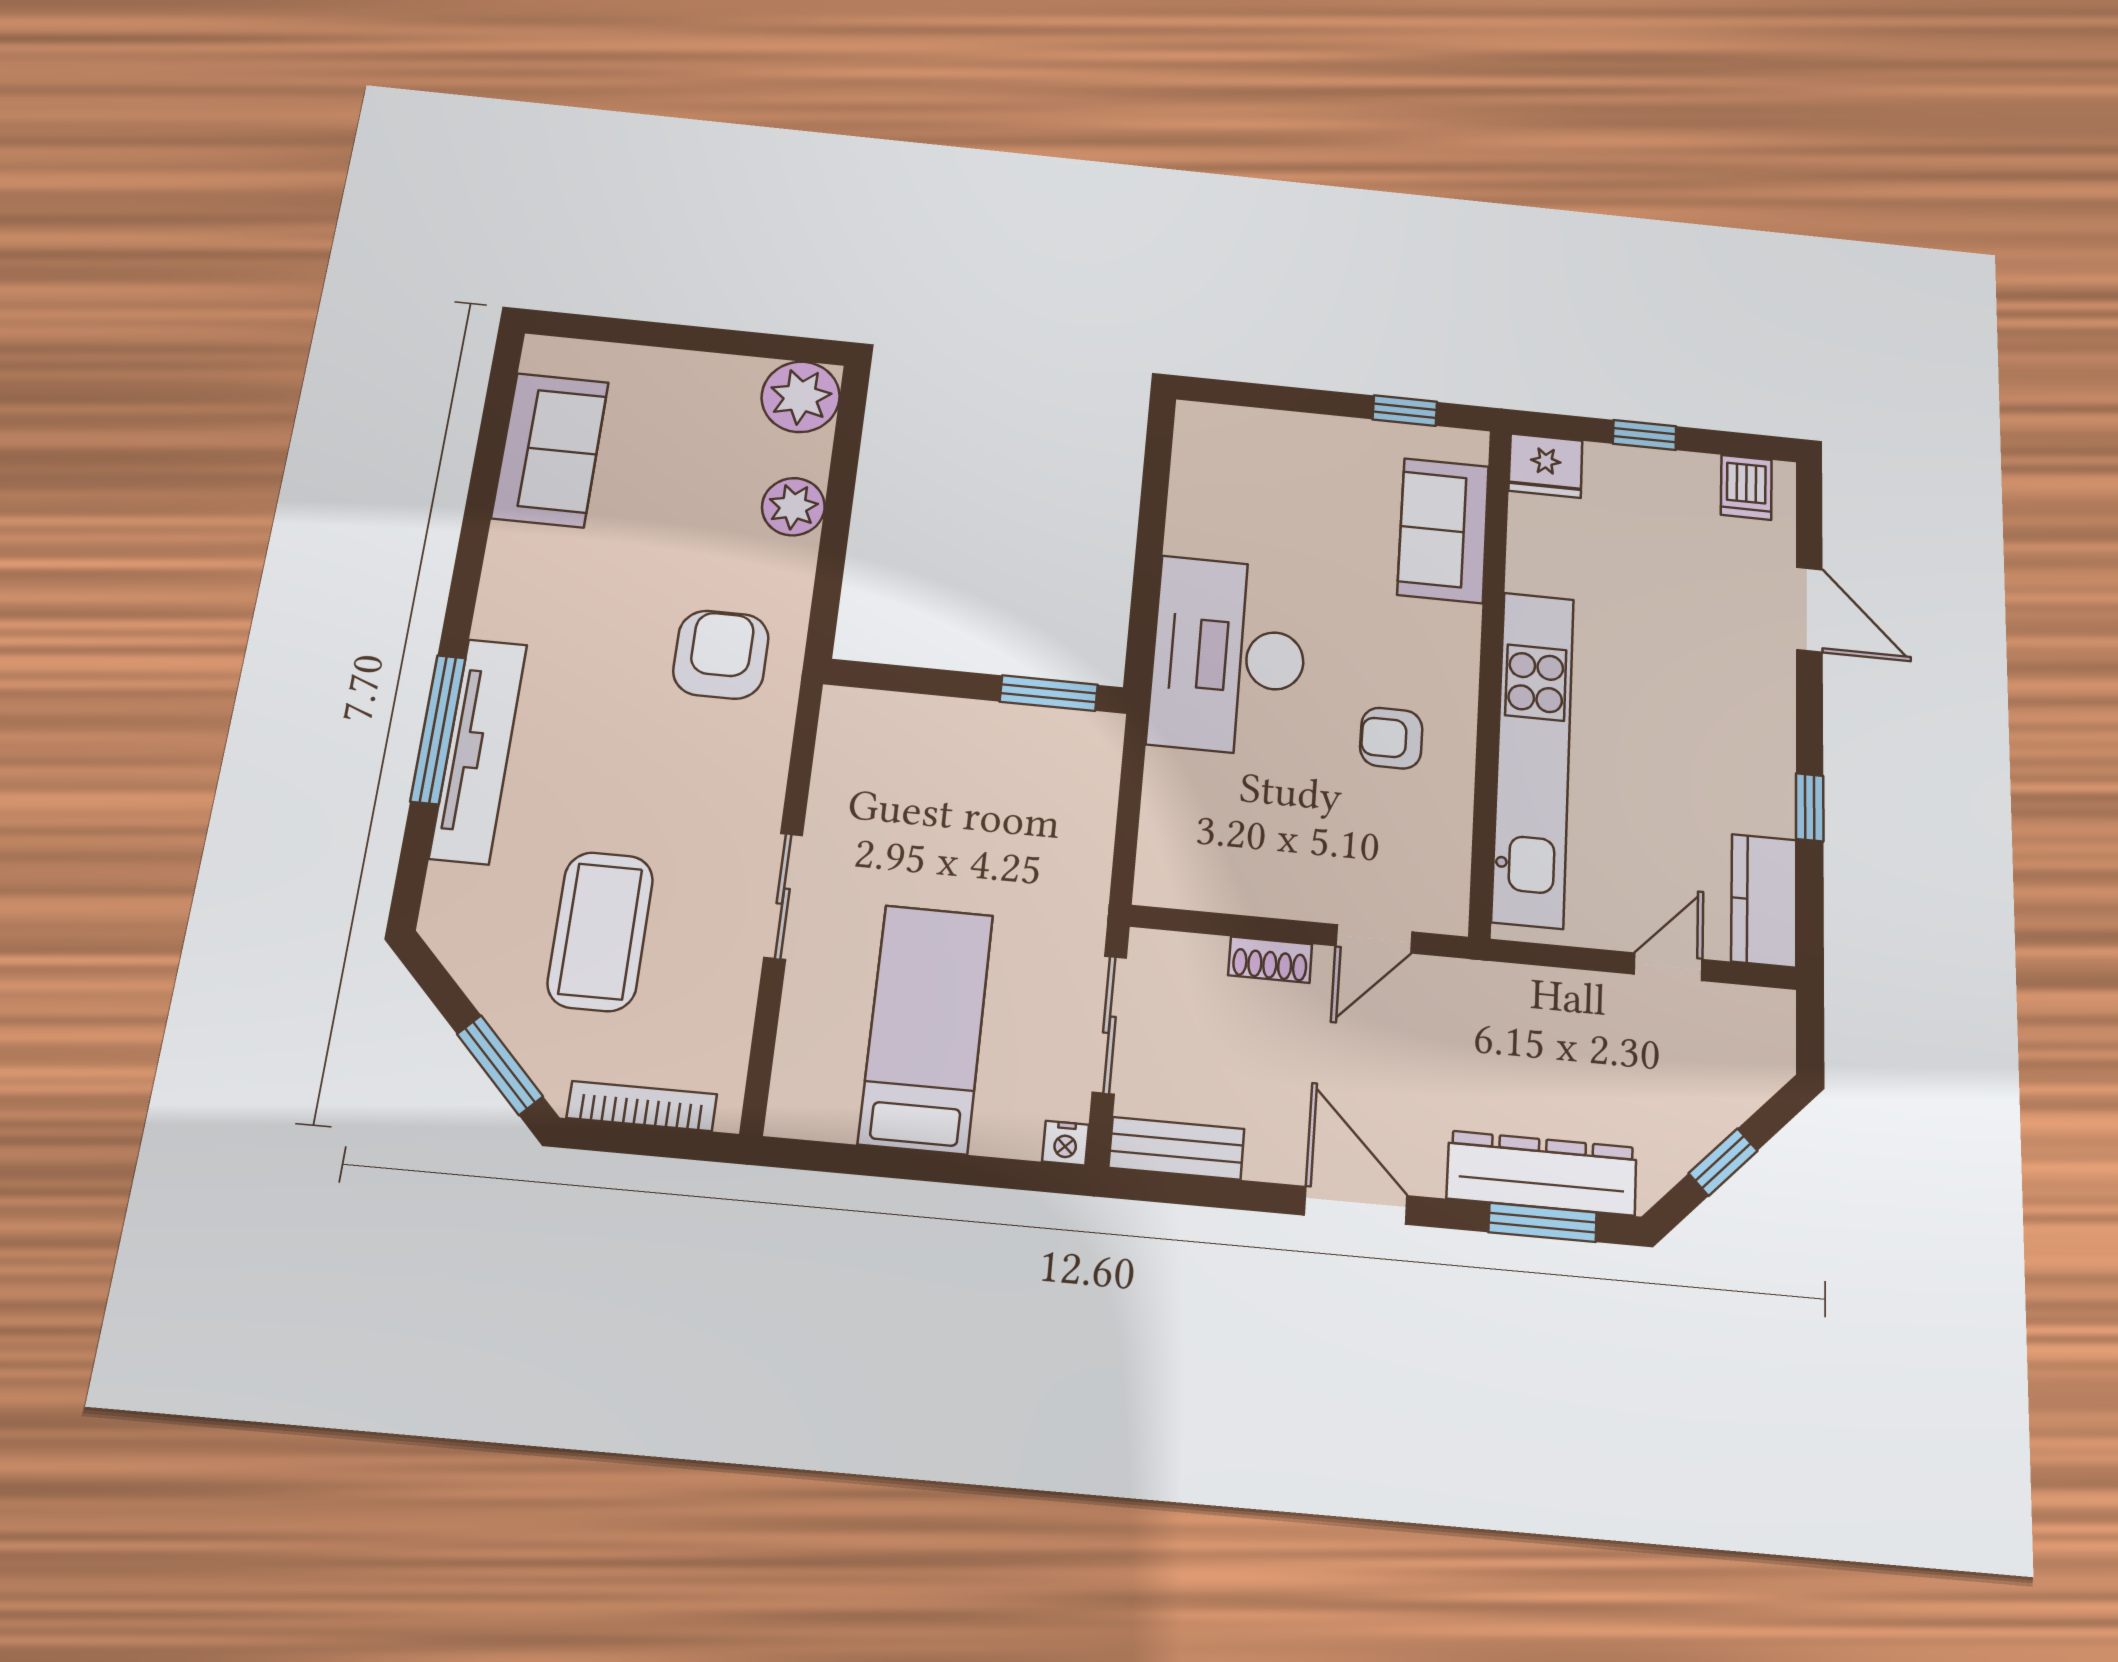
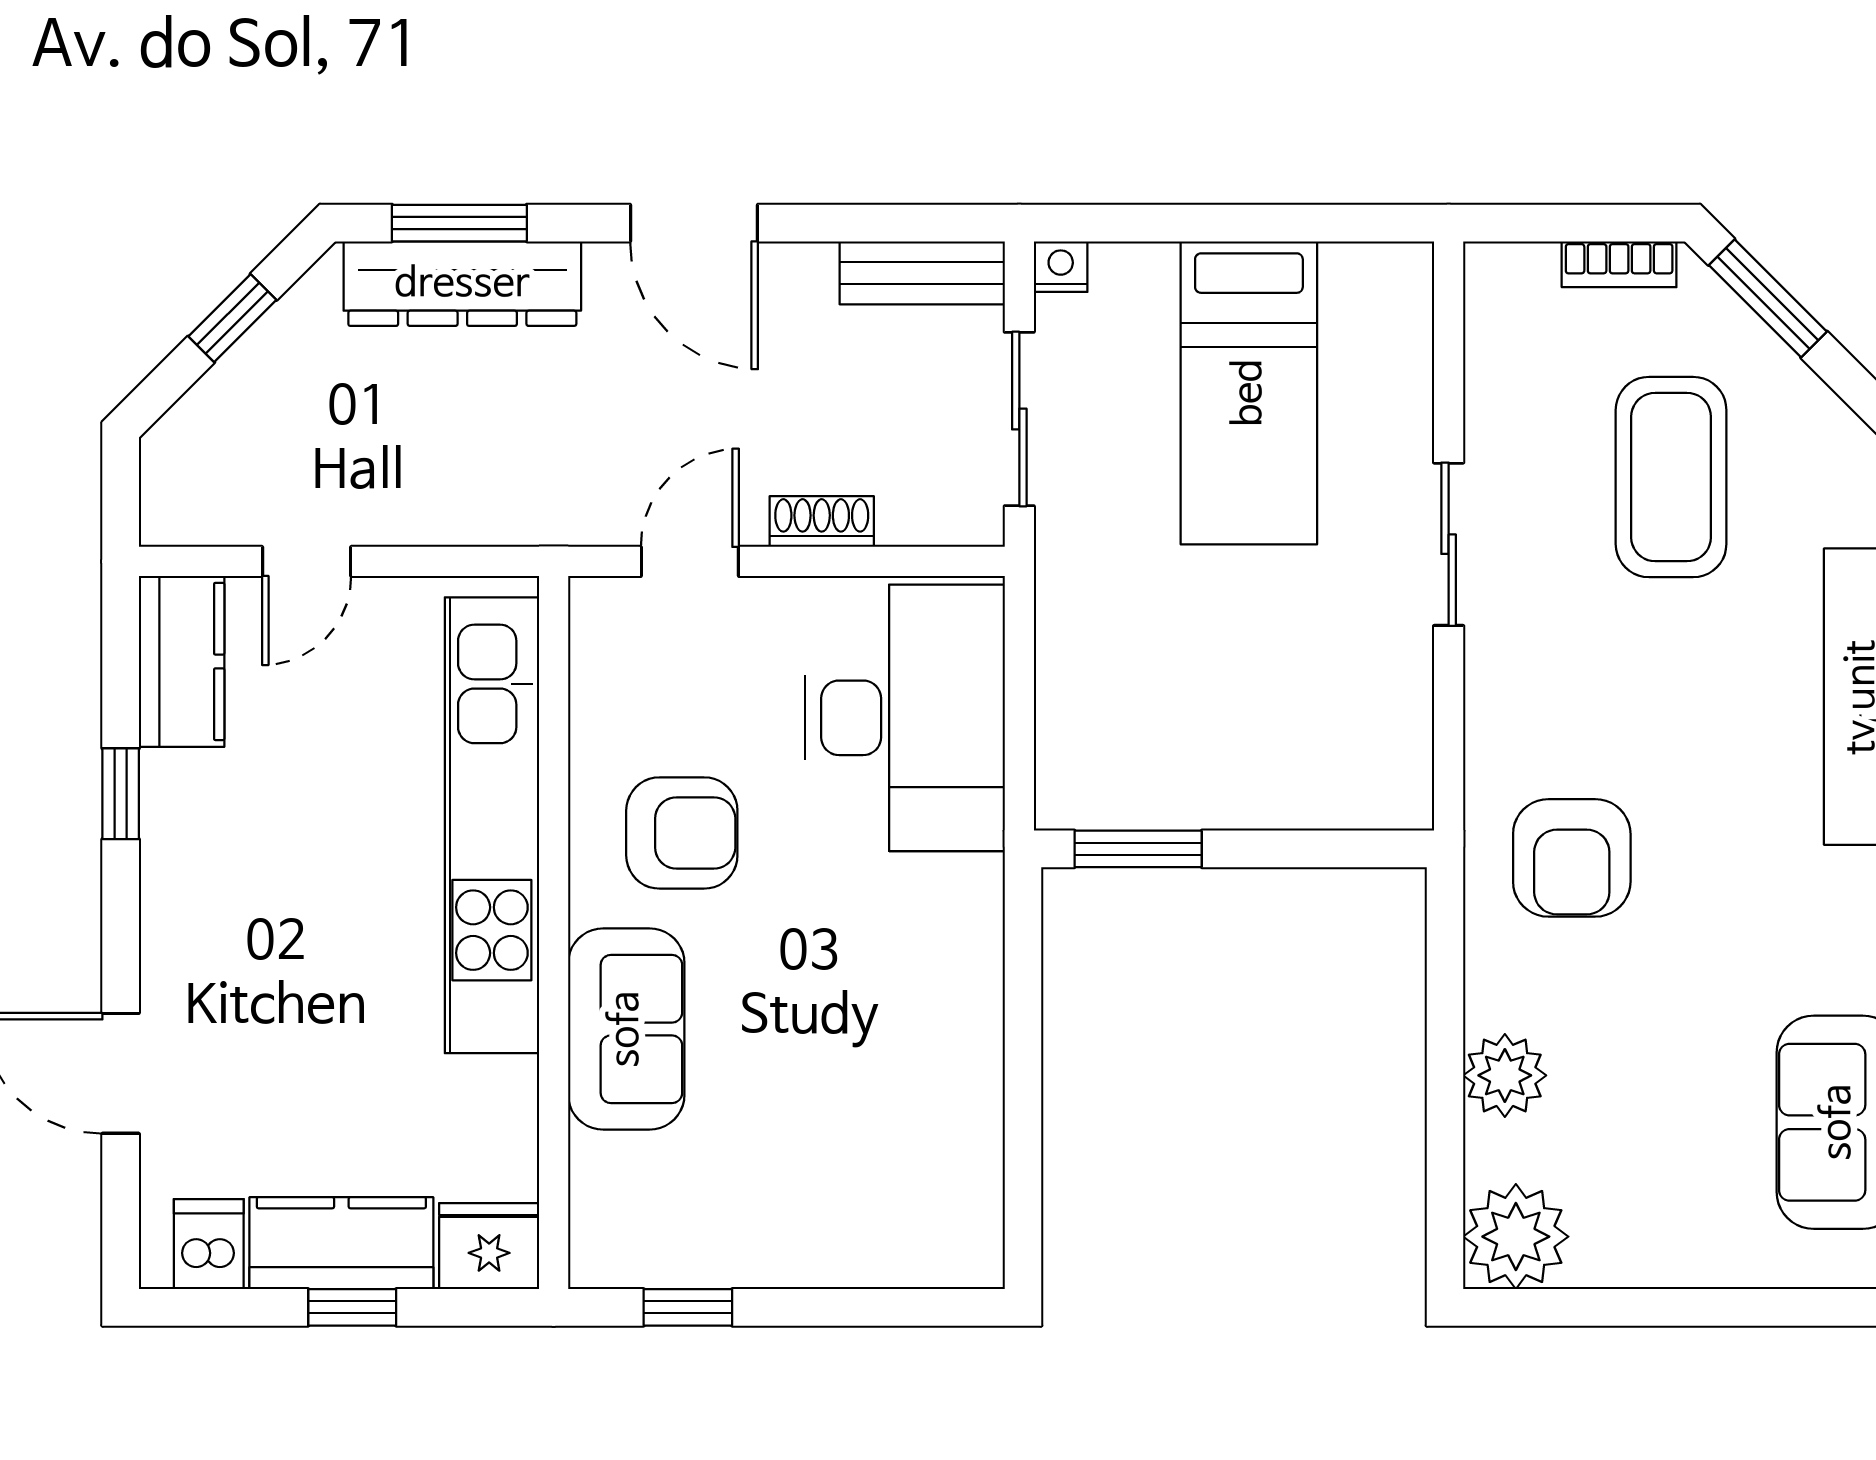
kitchen counter: (1651, 478) -> (341, 1243), added
sofa: (1443, 530) -> (626, 1029), moved
desk: (1229, 656) -> (905, 718), moved
armchair: (1391, 738) -> (682, 833), width x1.38, depth x1.38
bookcase: (642, 1106) -> (1619, 264), width x0.64

